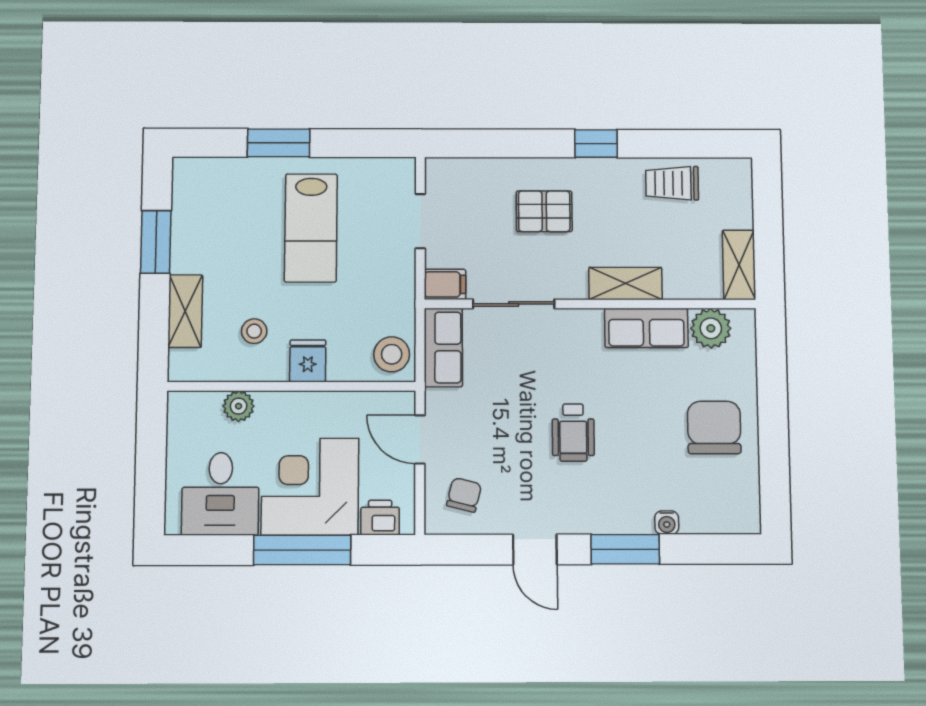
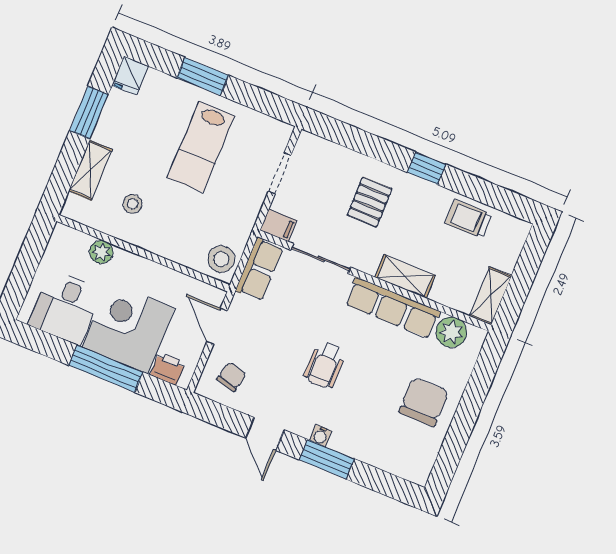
pallet: (544, 211) -> (370, 202), turned 90
row of seats: (646, 328) -> (392, 308), width x1.48
fridge: (308, 361) -> (130, 76), moved, turned 180
water cooler: (667, 523) -> (321, 436), moved

